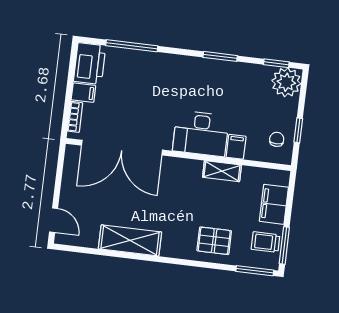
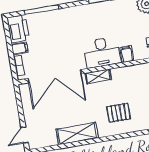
shelving: (222, 171) -> (98, 76), moved
door: (54, 220) -> (25, 135), swing flipped
pallet: (214, 241) -> (119, 113), moved

